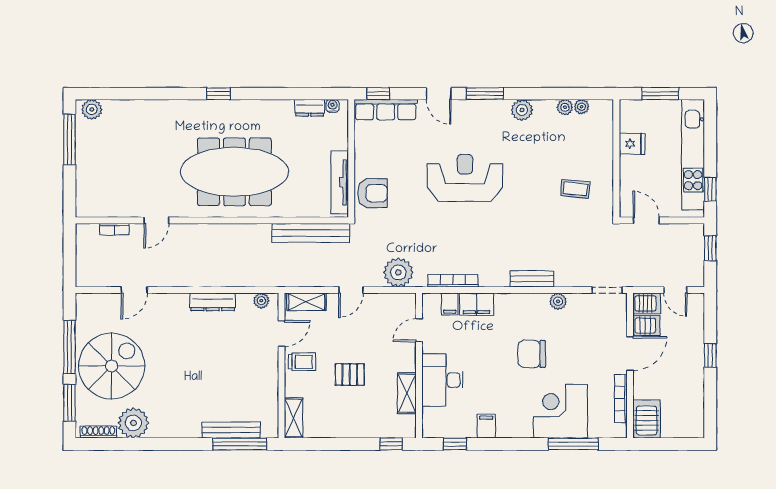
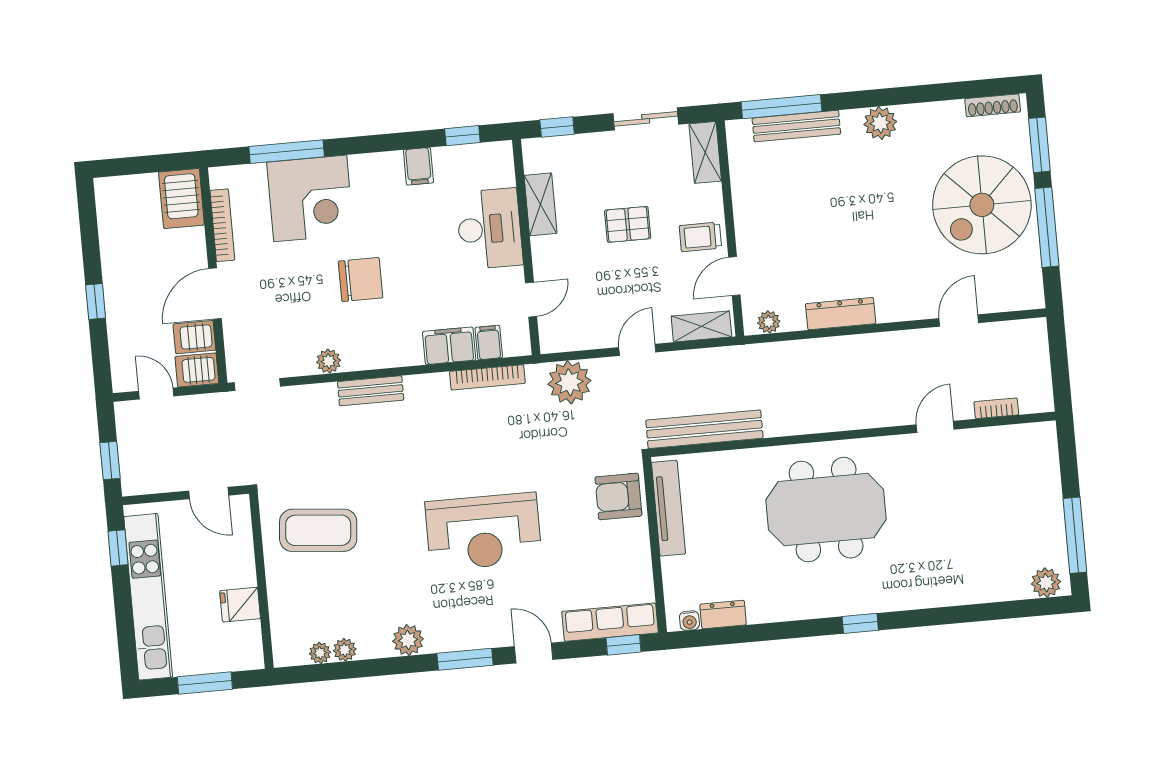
meeting table: (234, 172) -> (826, 510), width x0.73
coffee table: (575, 189) -> (318, 530), width x1.86, depth x1.72
plant: (133, 423) -> (880, 123), moved, width x0.73, depth x0.73
sliding door: (331, 444) -> (646, 119), added

